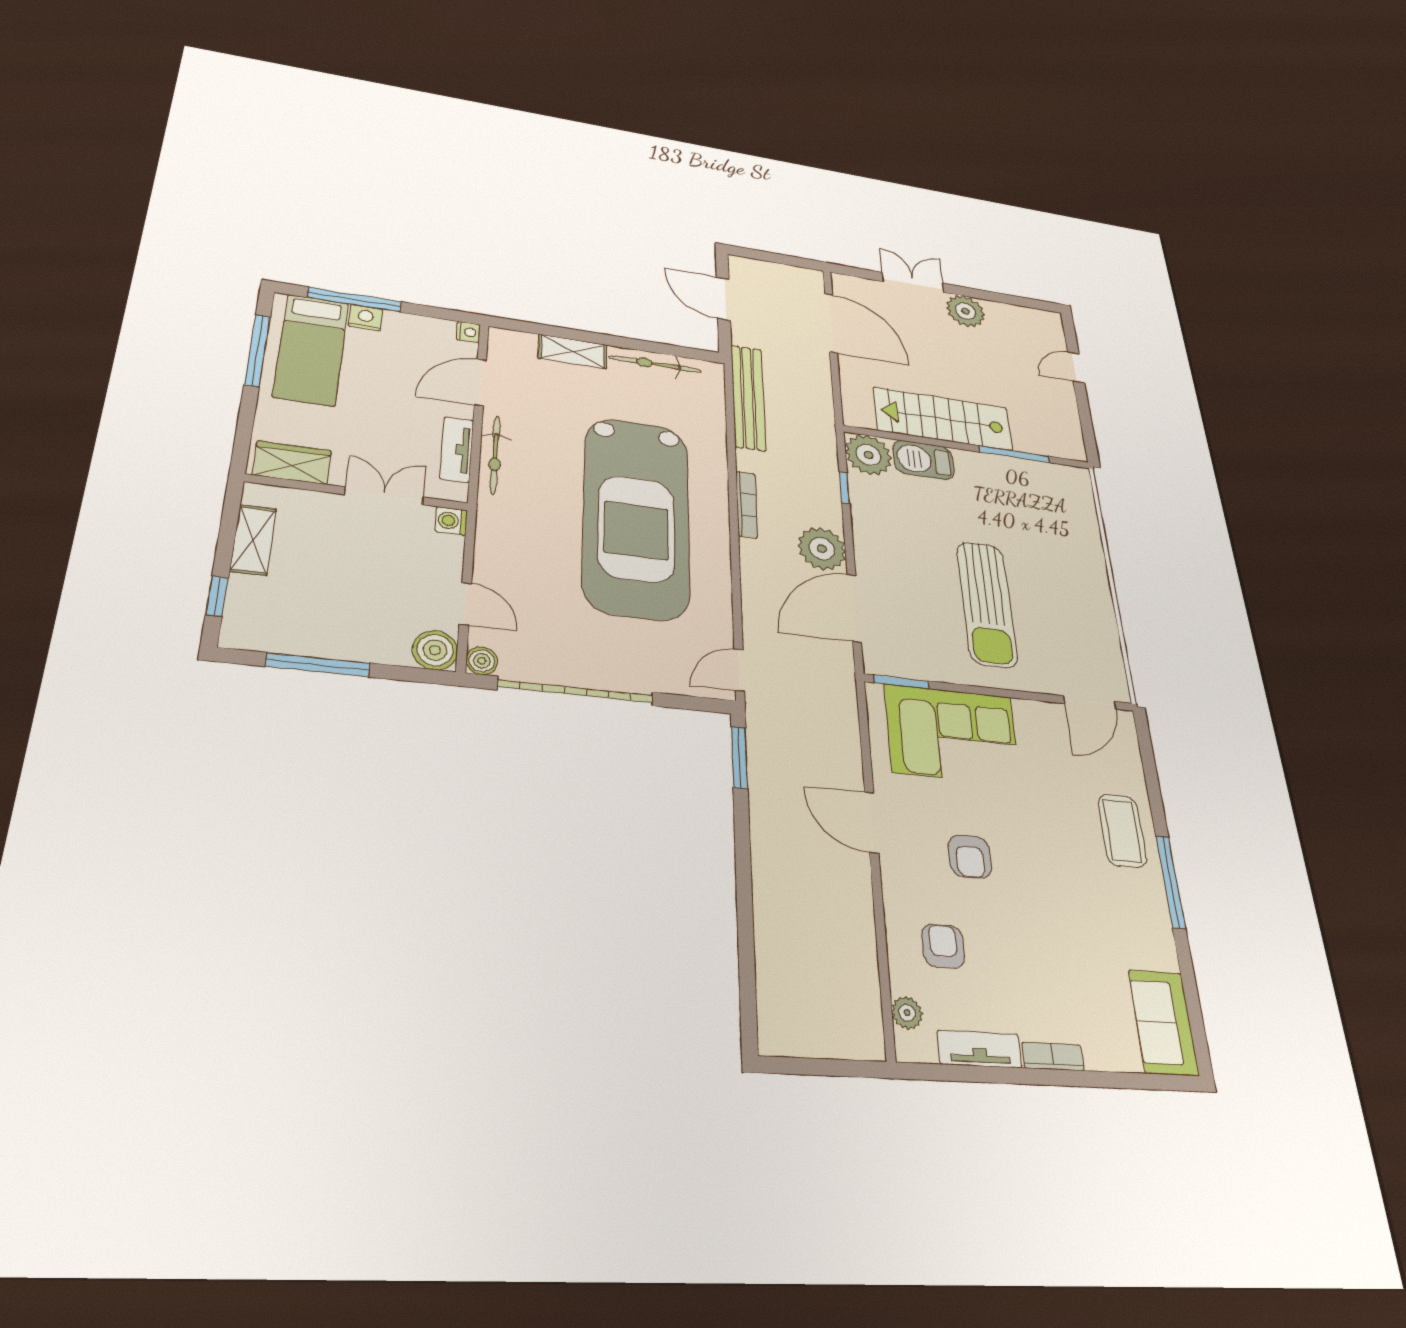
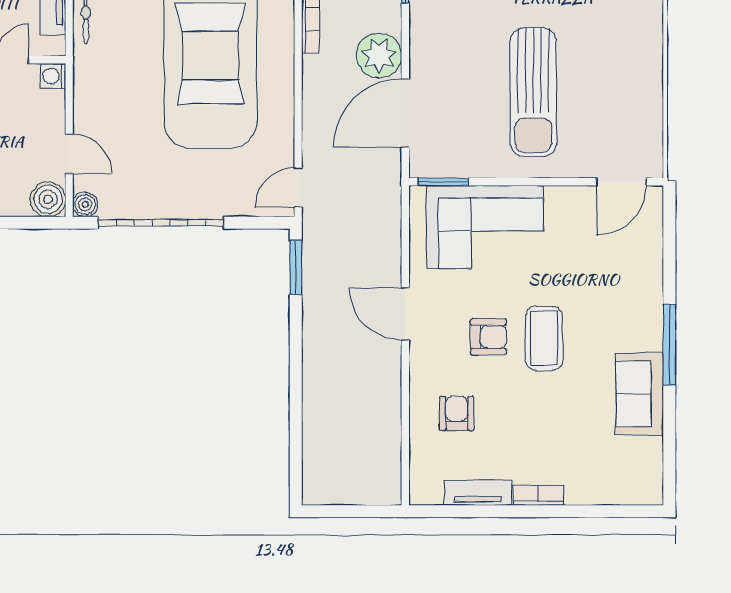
coffee table: (1122, 831) -> (544, 338), moved
armchair: (970, 857) -> (488, 337), turned -90
plant: (907, 1013) -> (421, 468), removed
sofa: (1163, 1022) -> (640, 394), moved

